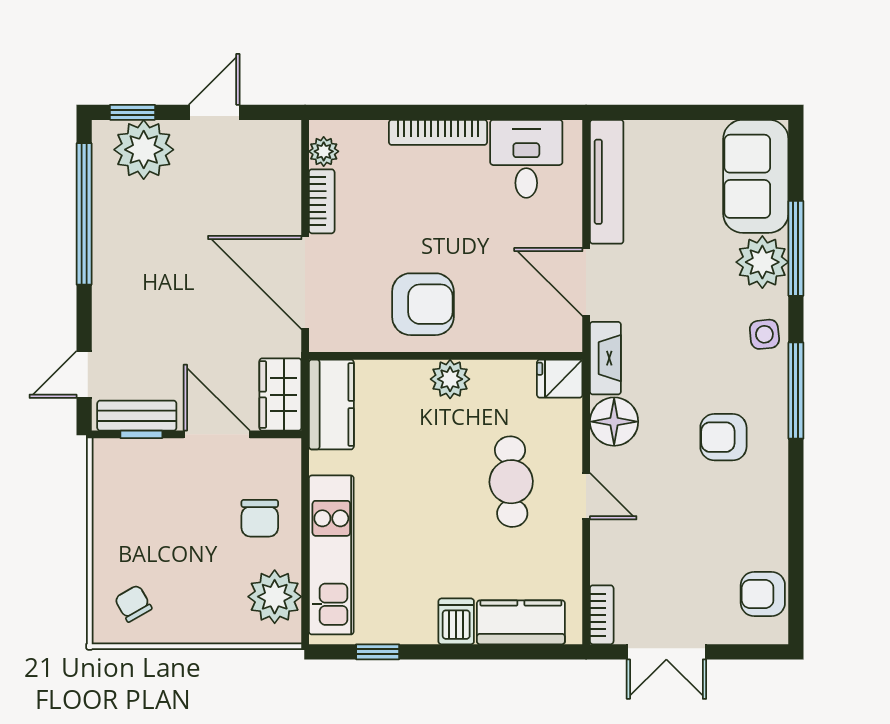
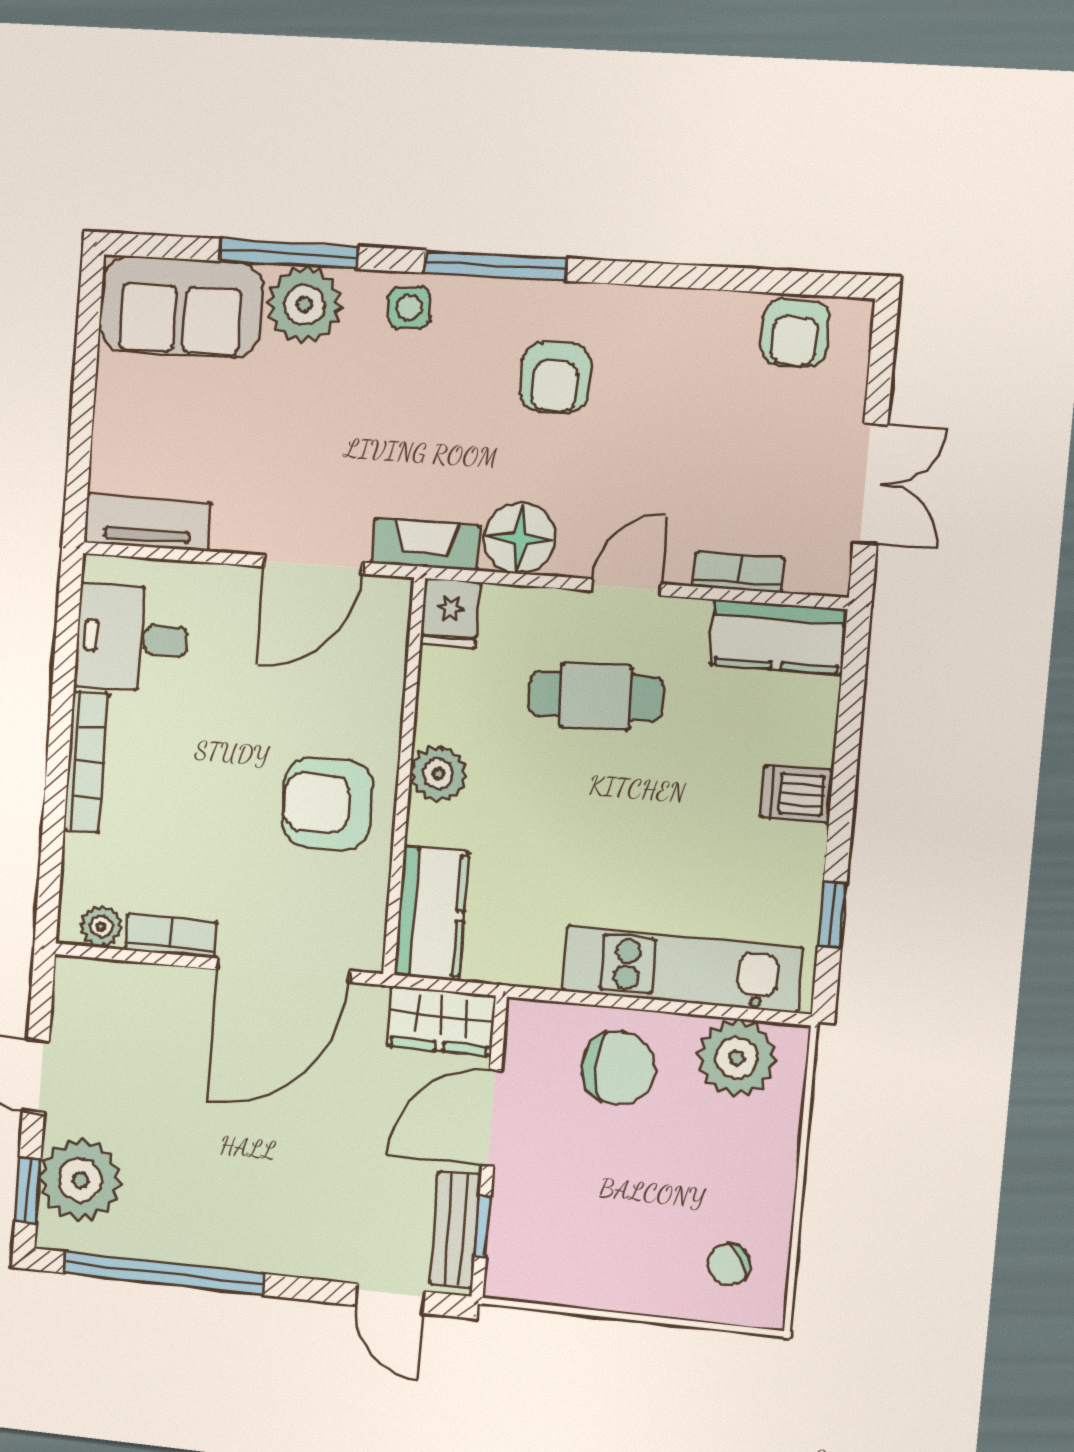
tv unit: (607, 182) -> (147, 523), width x0.71
armchair: (423, 304) -> (327, 804), turned -90
kitchen counter: (331, 404) -> (431, 913), moved, turned 90
chair: (260, 518) -> (619, 1068), width x1.37, depth x1.37
bookcase: (602, 615) -> (739, 572), moved
kitchen counter: (521, 622) -> (779, 637), moved, turned -90

